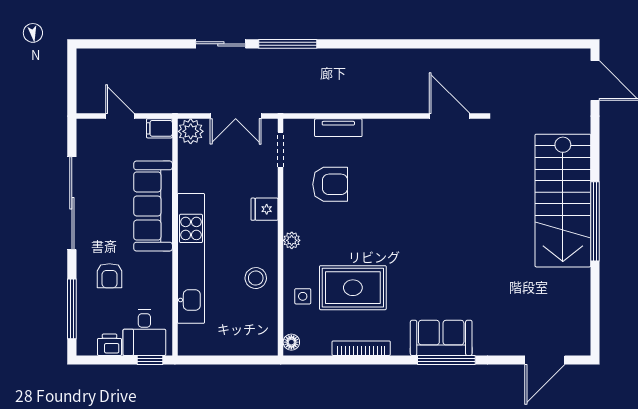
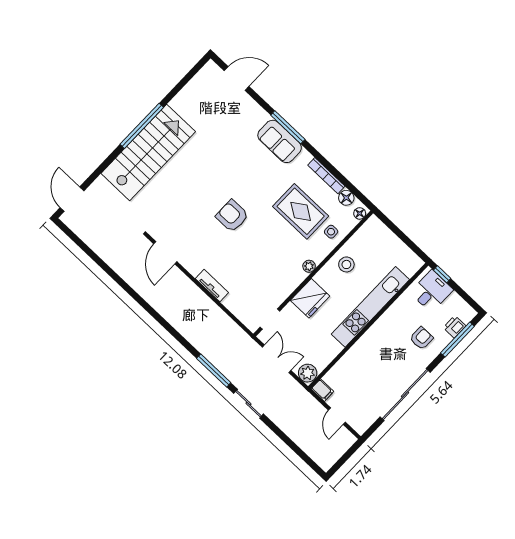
tv unit: (338, 128) -> (212, 286), moved
armchair: (330, 184) -> (232, 216), moved
sofa: (153, 206) -> (364, 353), removed
fridge: (265, 209) -> (310, 298), width x1.88, depth x1.34
printer: (110, 345) -> (454, 327), moved, turned 90
floor lamp: (320, 345) -> (346, 198), added

